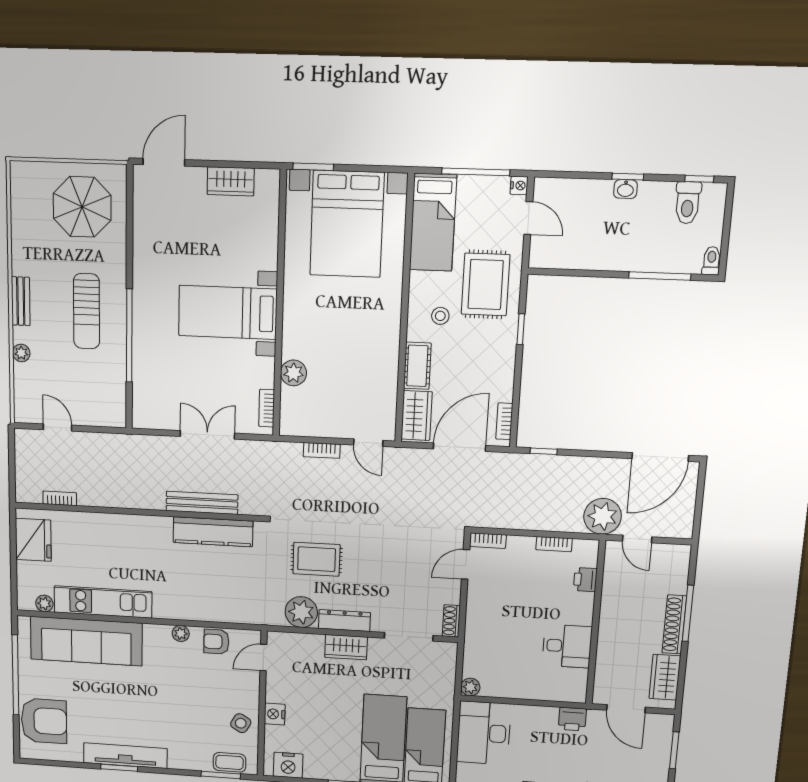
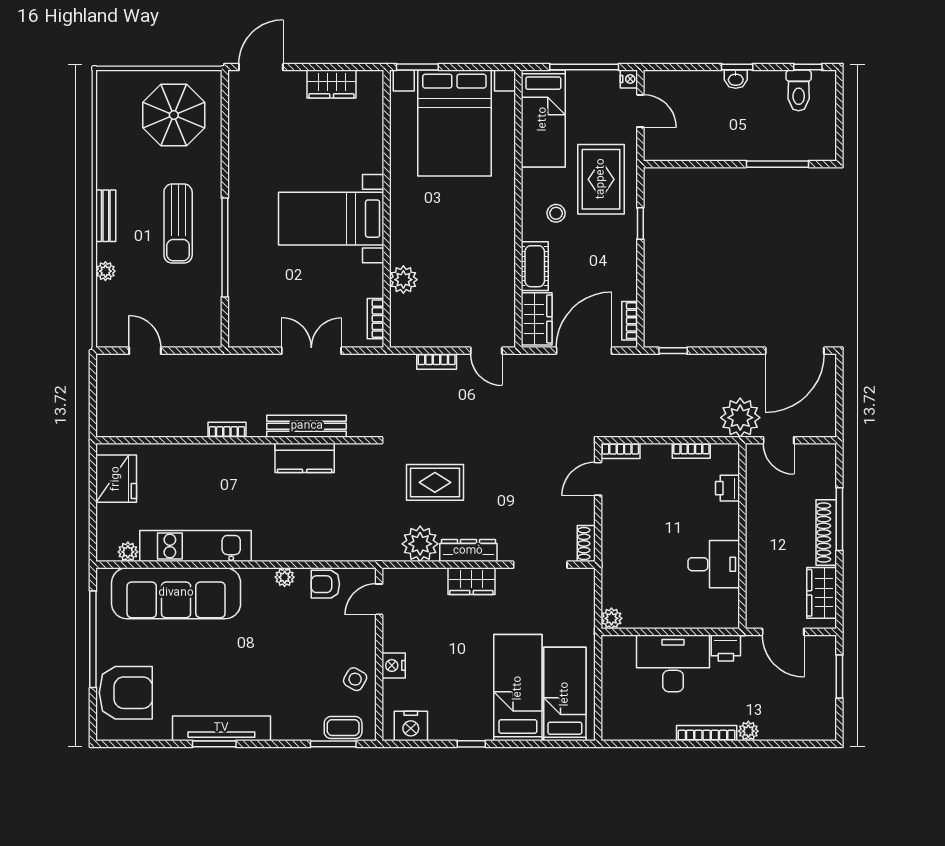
toilet: (711, 261) -> (828, 147), removed
bookcase: (60, 498) -> (227, 430), moved
kitchen counter: (213, 532) -> (305, 458), width x0.67
desk: (484, 733) -> (673, 663), moved, turned 90

